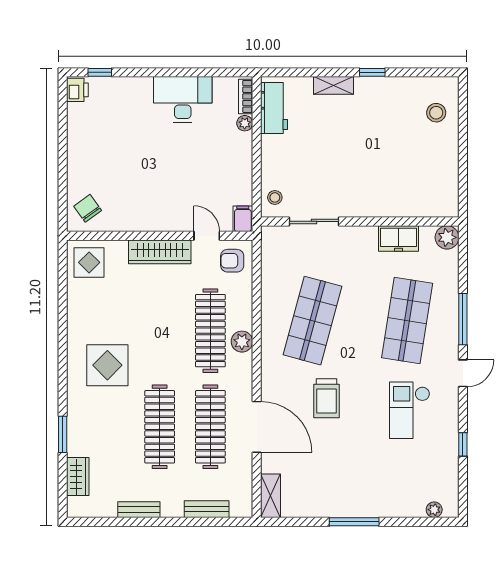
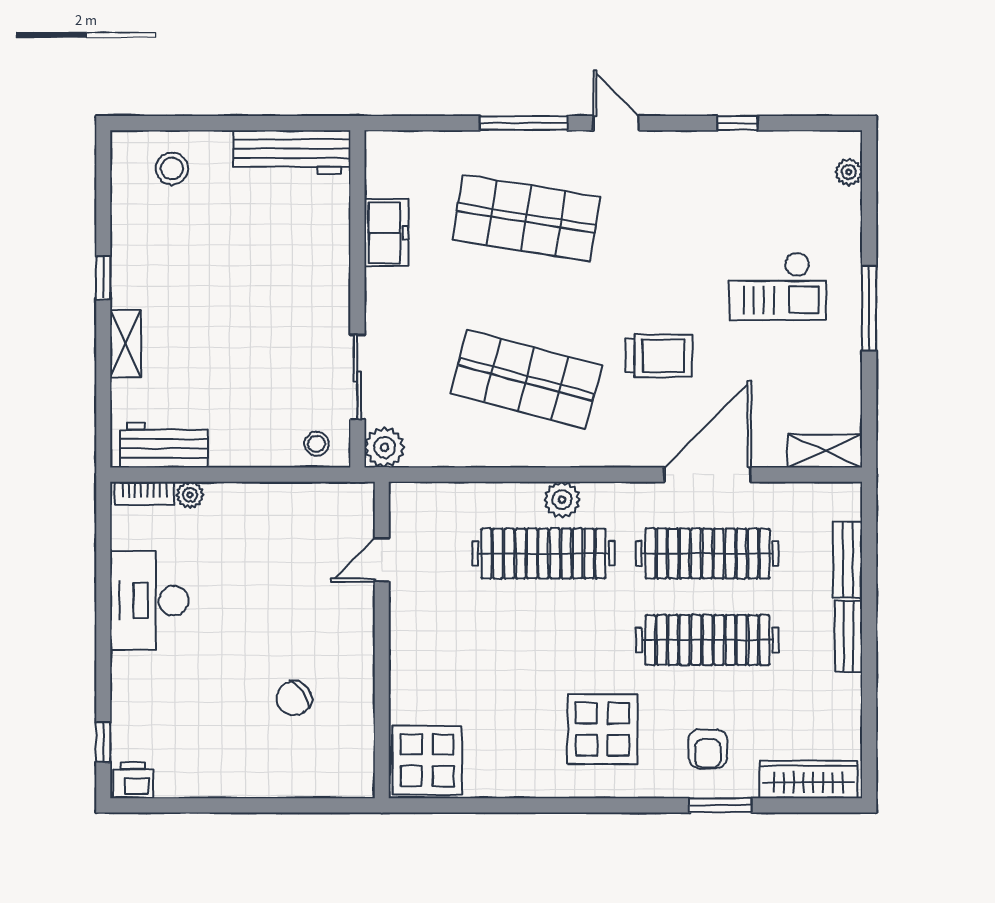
workbench: (446, 183) -> (292, 152), added
chair: (88, 208) -> (294, 698), moved
filing cabinet: (243, 219) -> (353, 498), removed
plant: (447, 237) -> (384, 447), moved
wardrobe: (160, 252) -> (409, 640), removed
armchair: (232, 261) -> (708, 749), moved
display table: (89, 262) -> (427, 760), width x1.36, depth x1.36
checkout: (410, 410) -> (778, 286), moved
wardrobe: (78, 477) -> (808, 779), width x1.50
bench: (139, 510) -> (848, 636), moved

